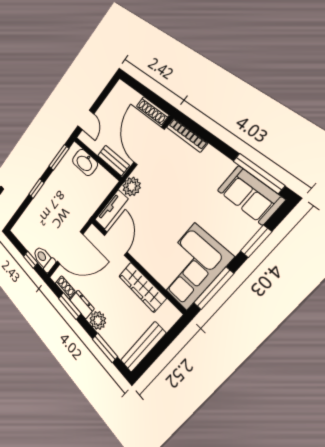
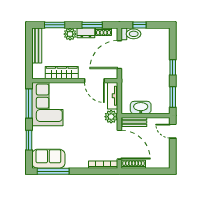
washbasin: (85, 162) -> (141, 107), moved

